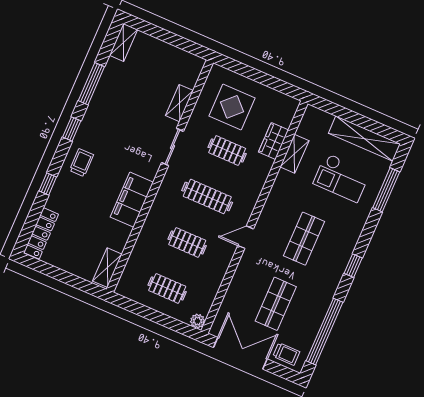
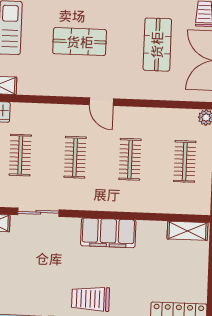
trolley: (82, 163) -> (91, 299), width x1.36, depth x1.39
clothes rail: (207, 196) -> (75, 157), width x0.73
shop shelf: (276, 304) -> (157, 45), turned 90

